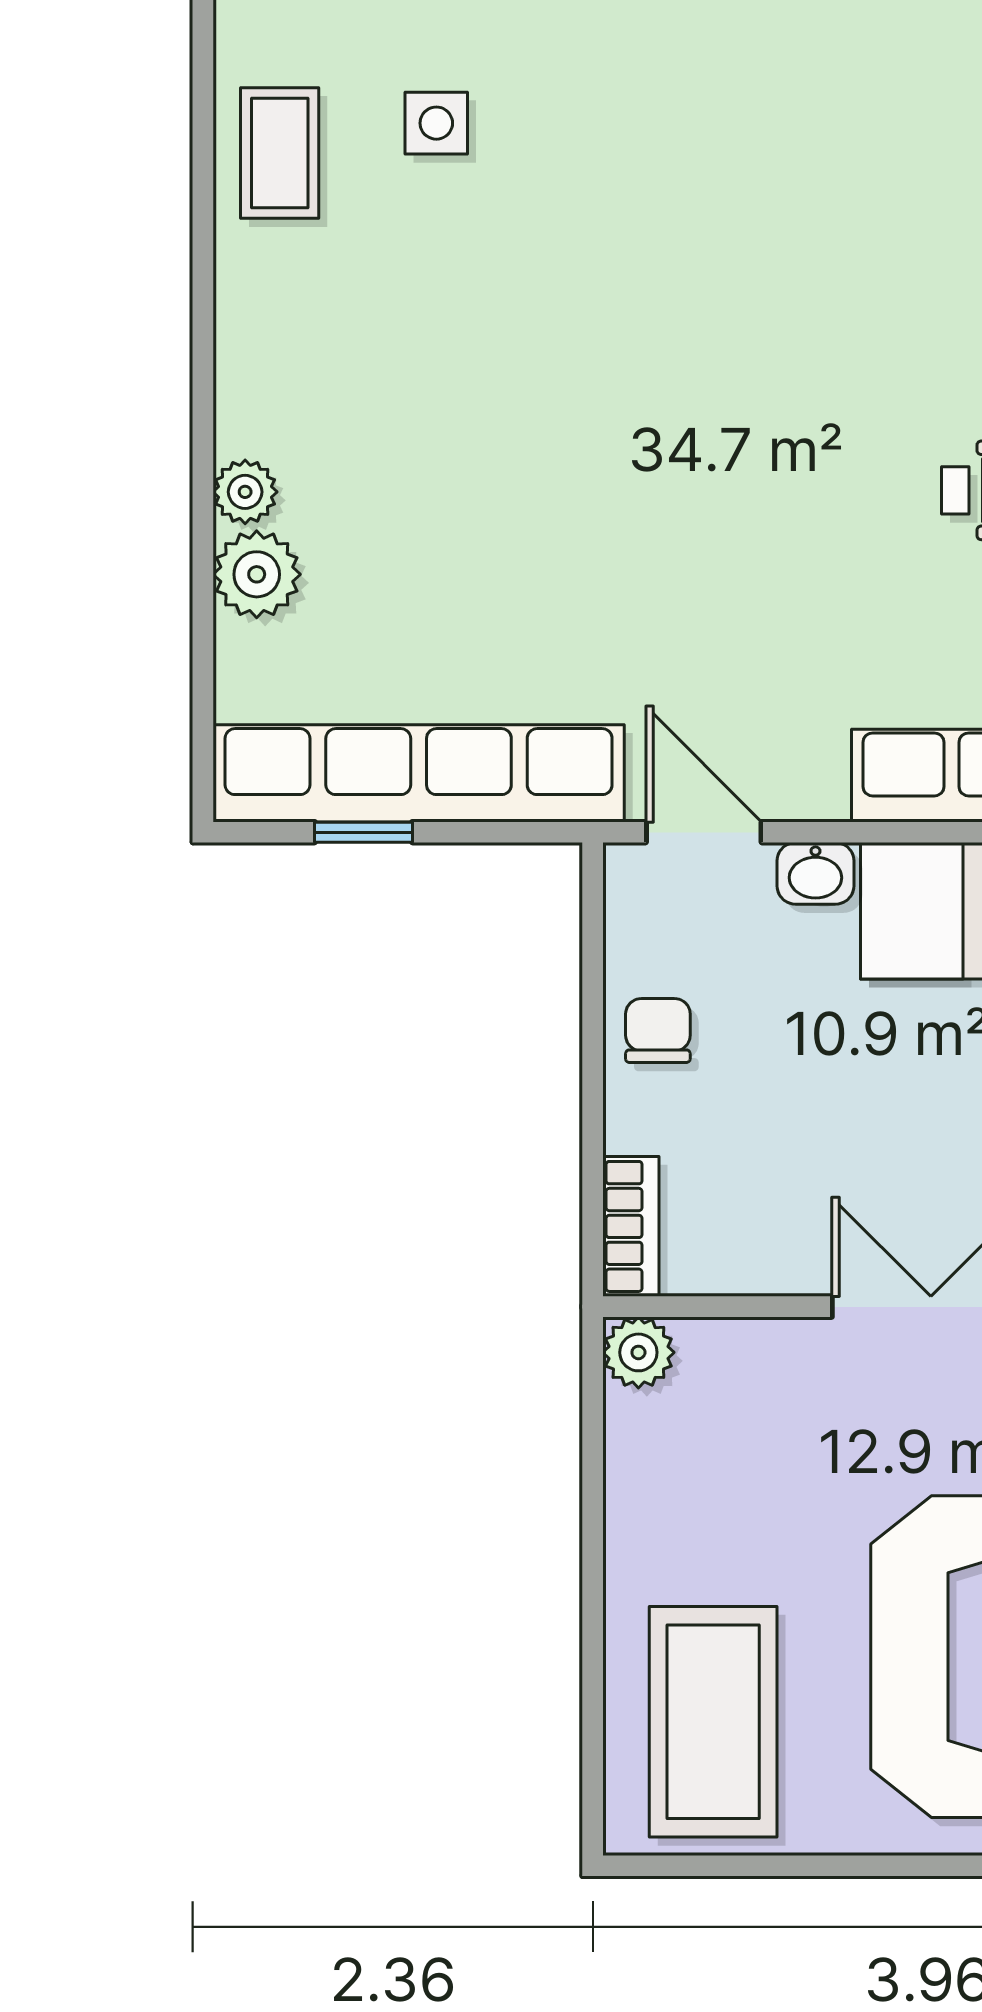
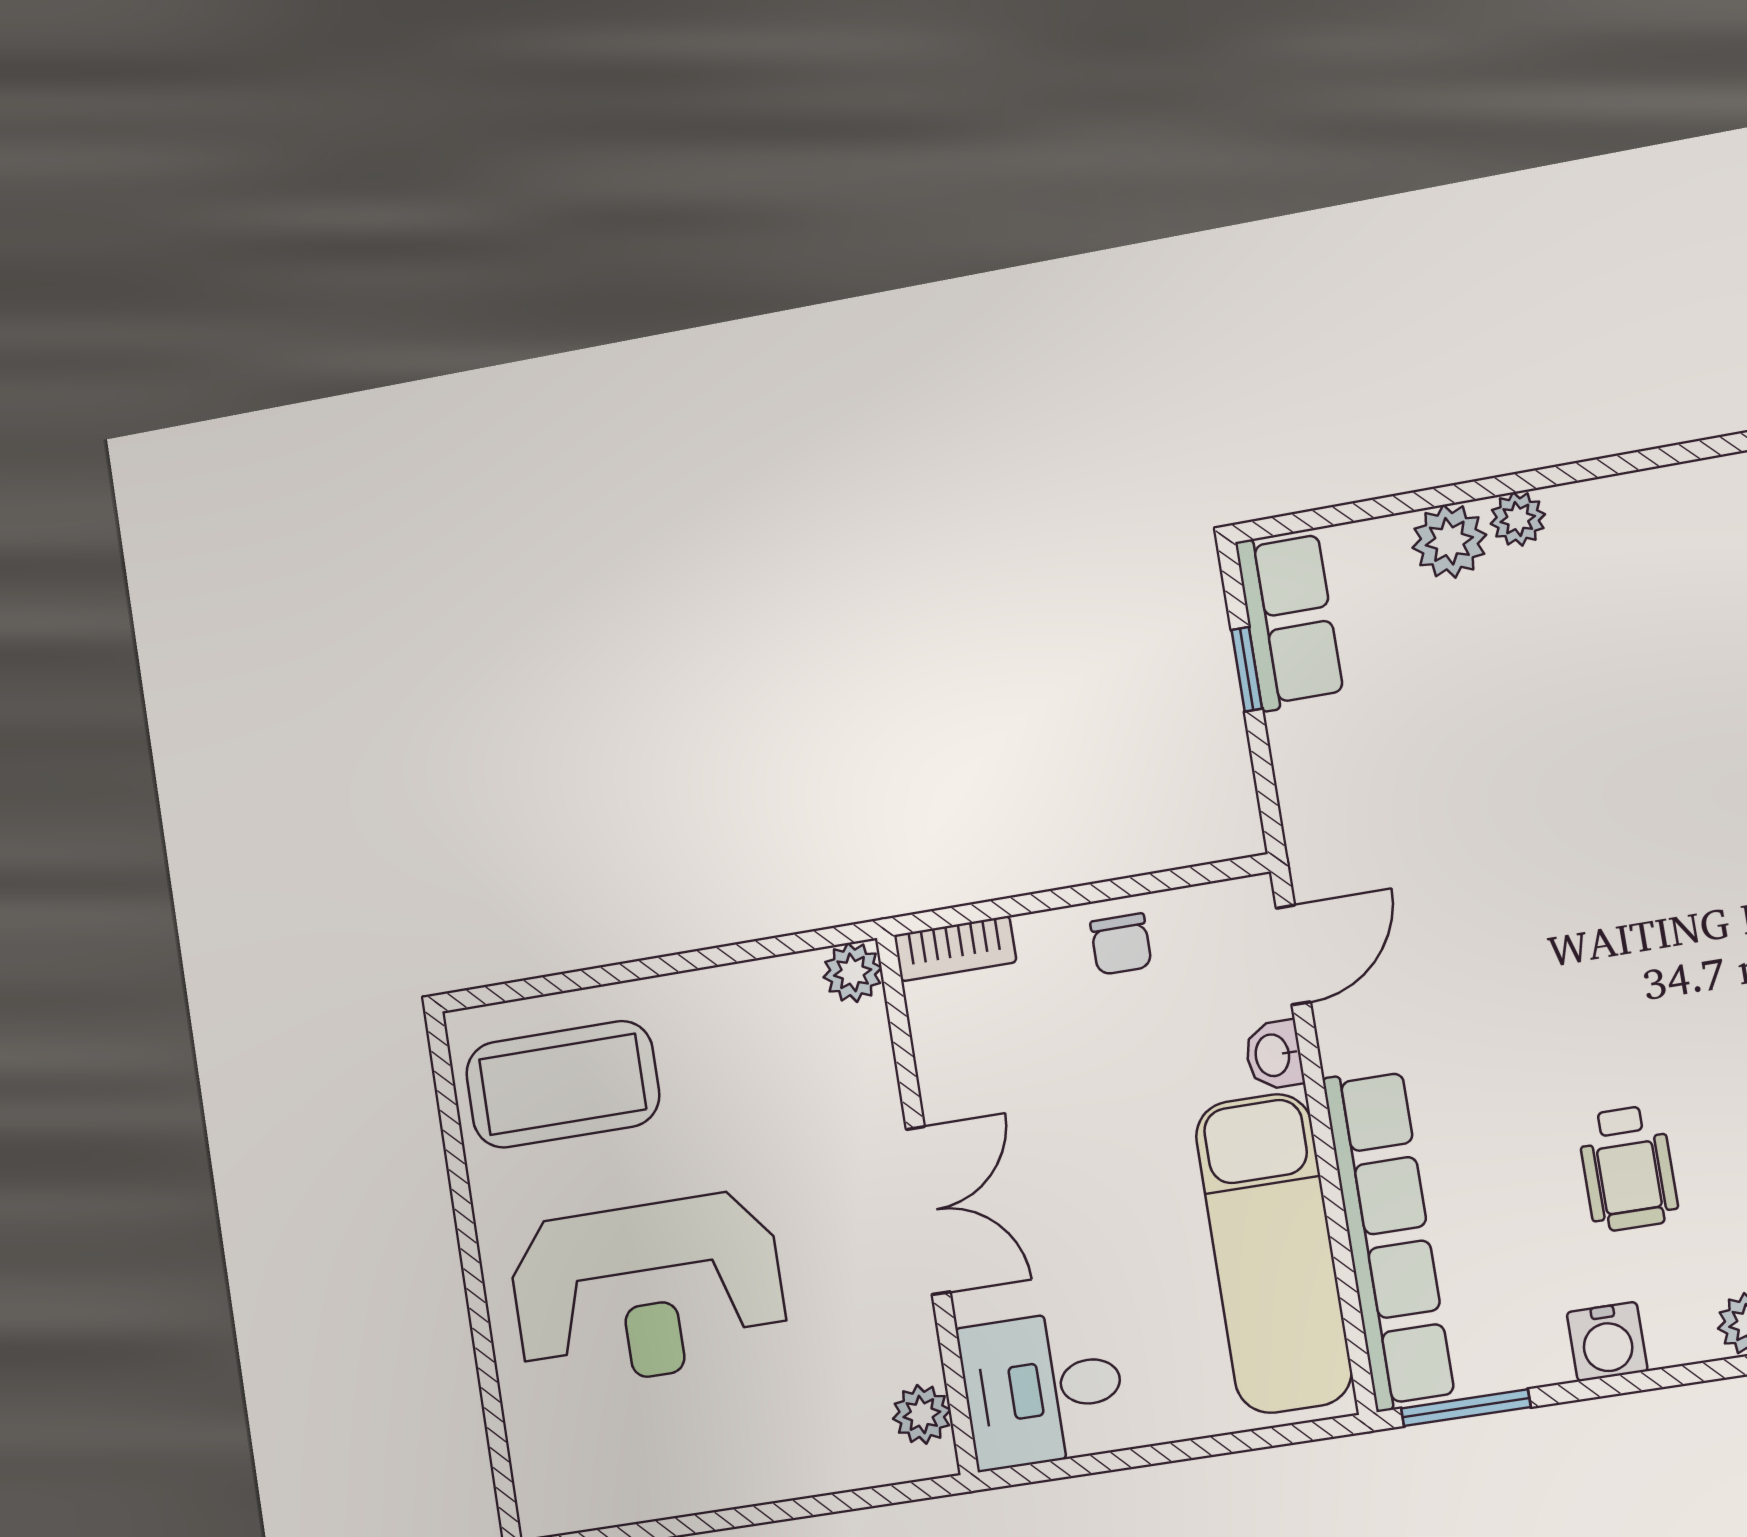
row of seats: (419, 773) -> (1290, 620), width x0.50
chair: (658, 1030) -> (1121, 944), turned 90

